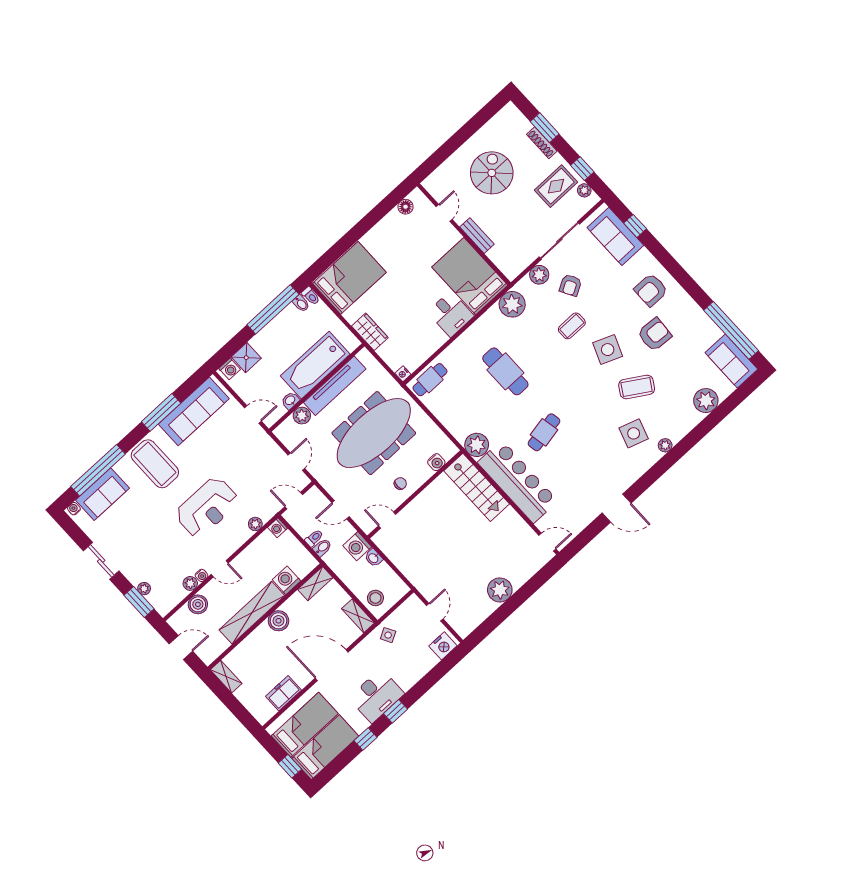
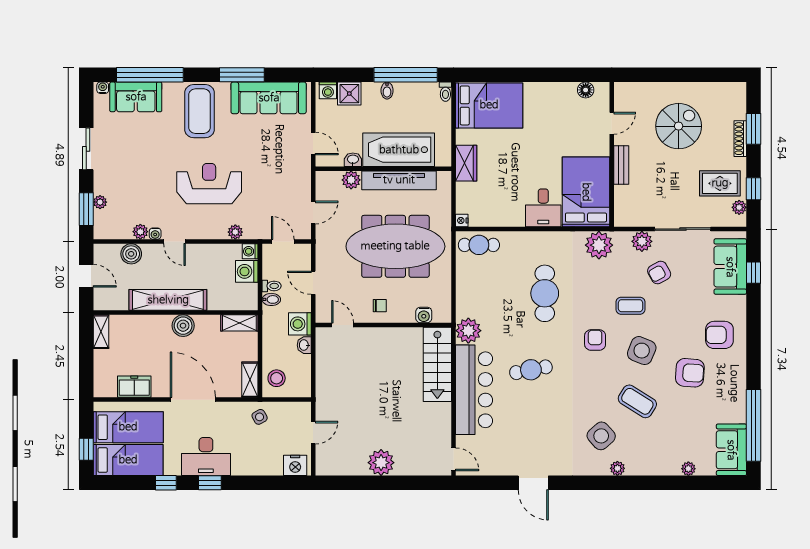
bidet: (301, 303) -> (387, 91), moved
armchair: (569, 372) -> (595, 340), added
plant: (706, 401) -> (688, 469), width x0.53, depth x0.53
side table: (634, 433) -> (601, 436), turned 30
reception desk: (207, 507) -> (209, 184), turned 180
washing machine: (287, 580) -> (247, 271), moved, turned -90

